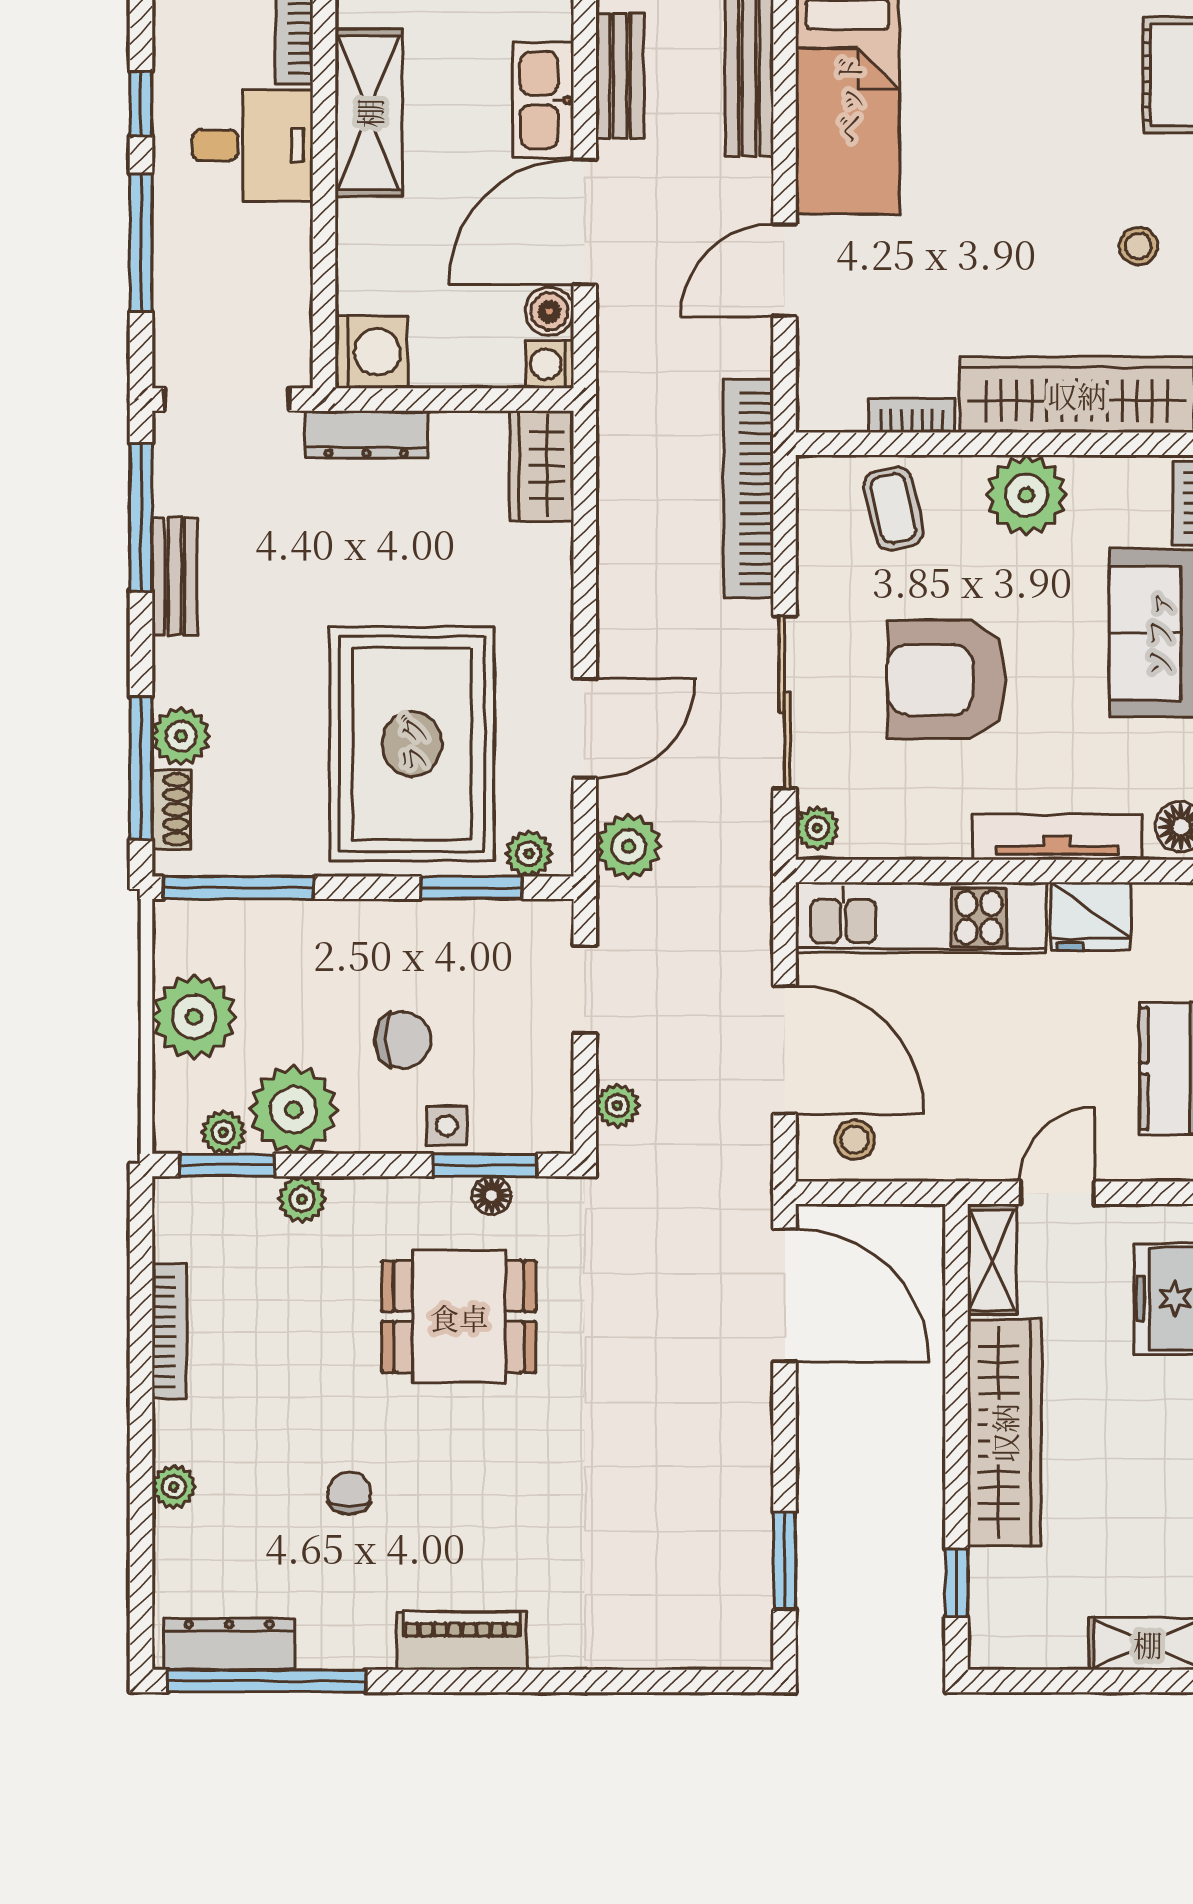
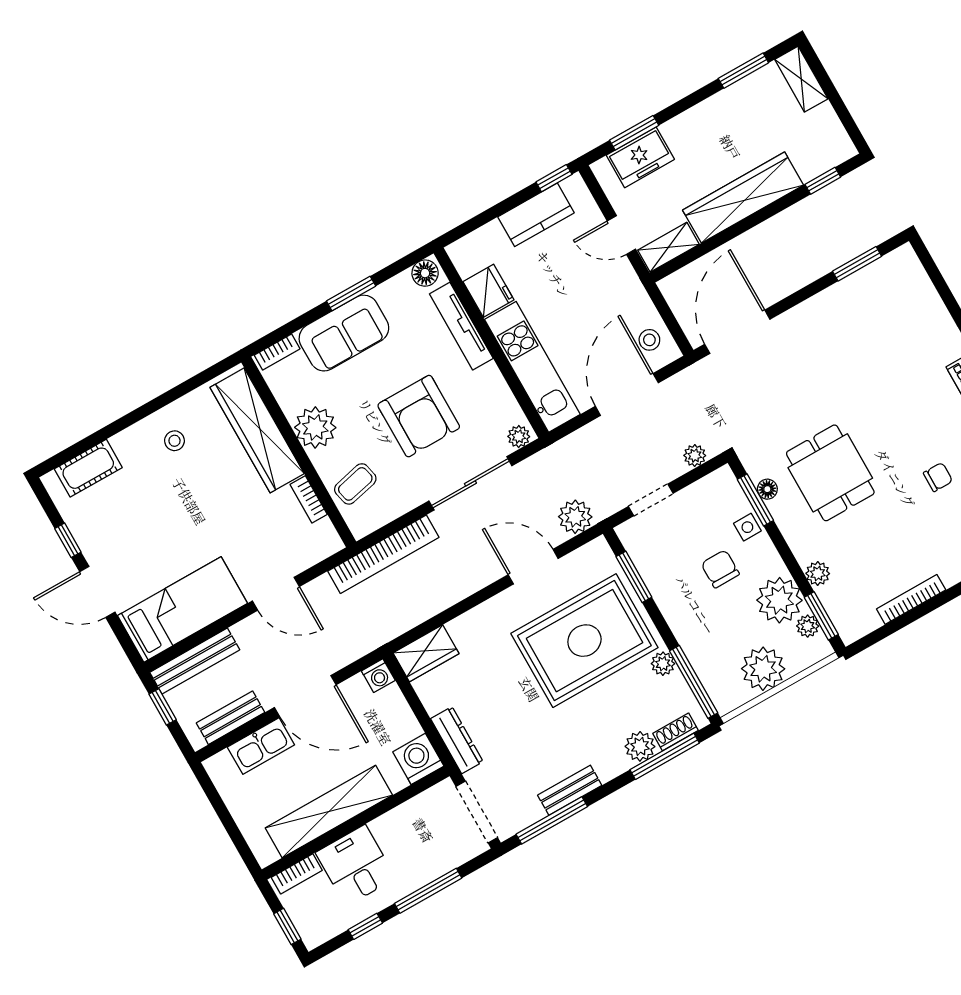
shelving: (369, 113) -> (329, 811), width x1.47
boiler: (549, 311) -> (355, 689), removed
plant: (529, 854) -> (663, 664), moved
chair: (349, 1493) -> (938, 477), turned 180

